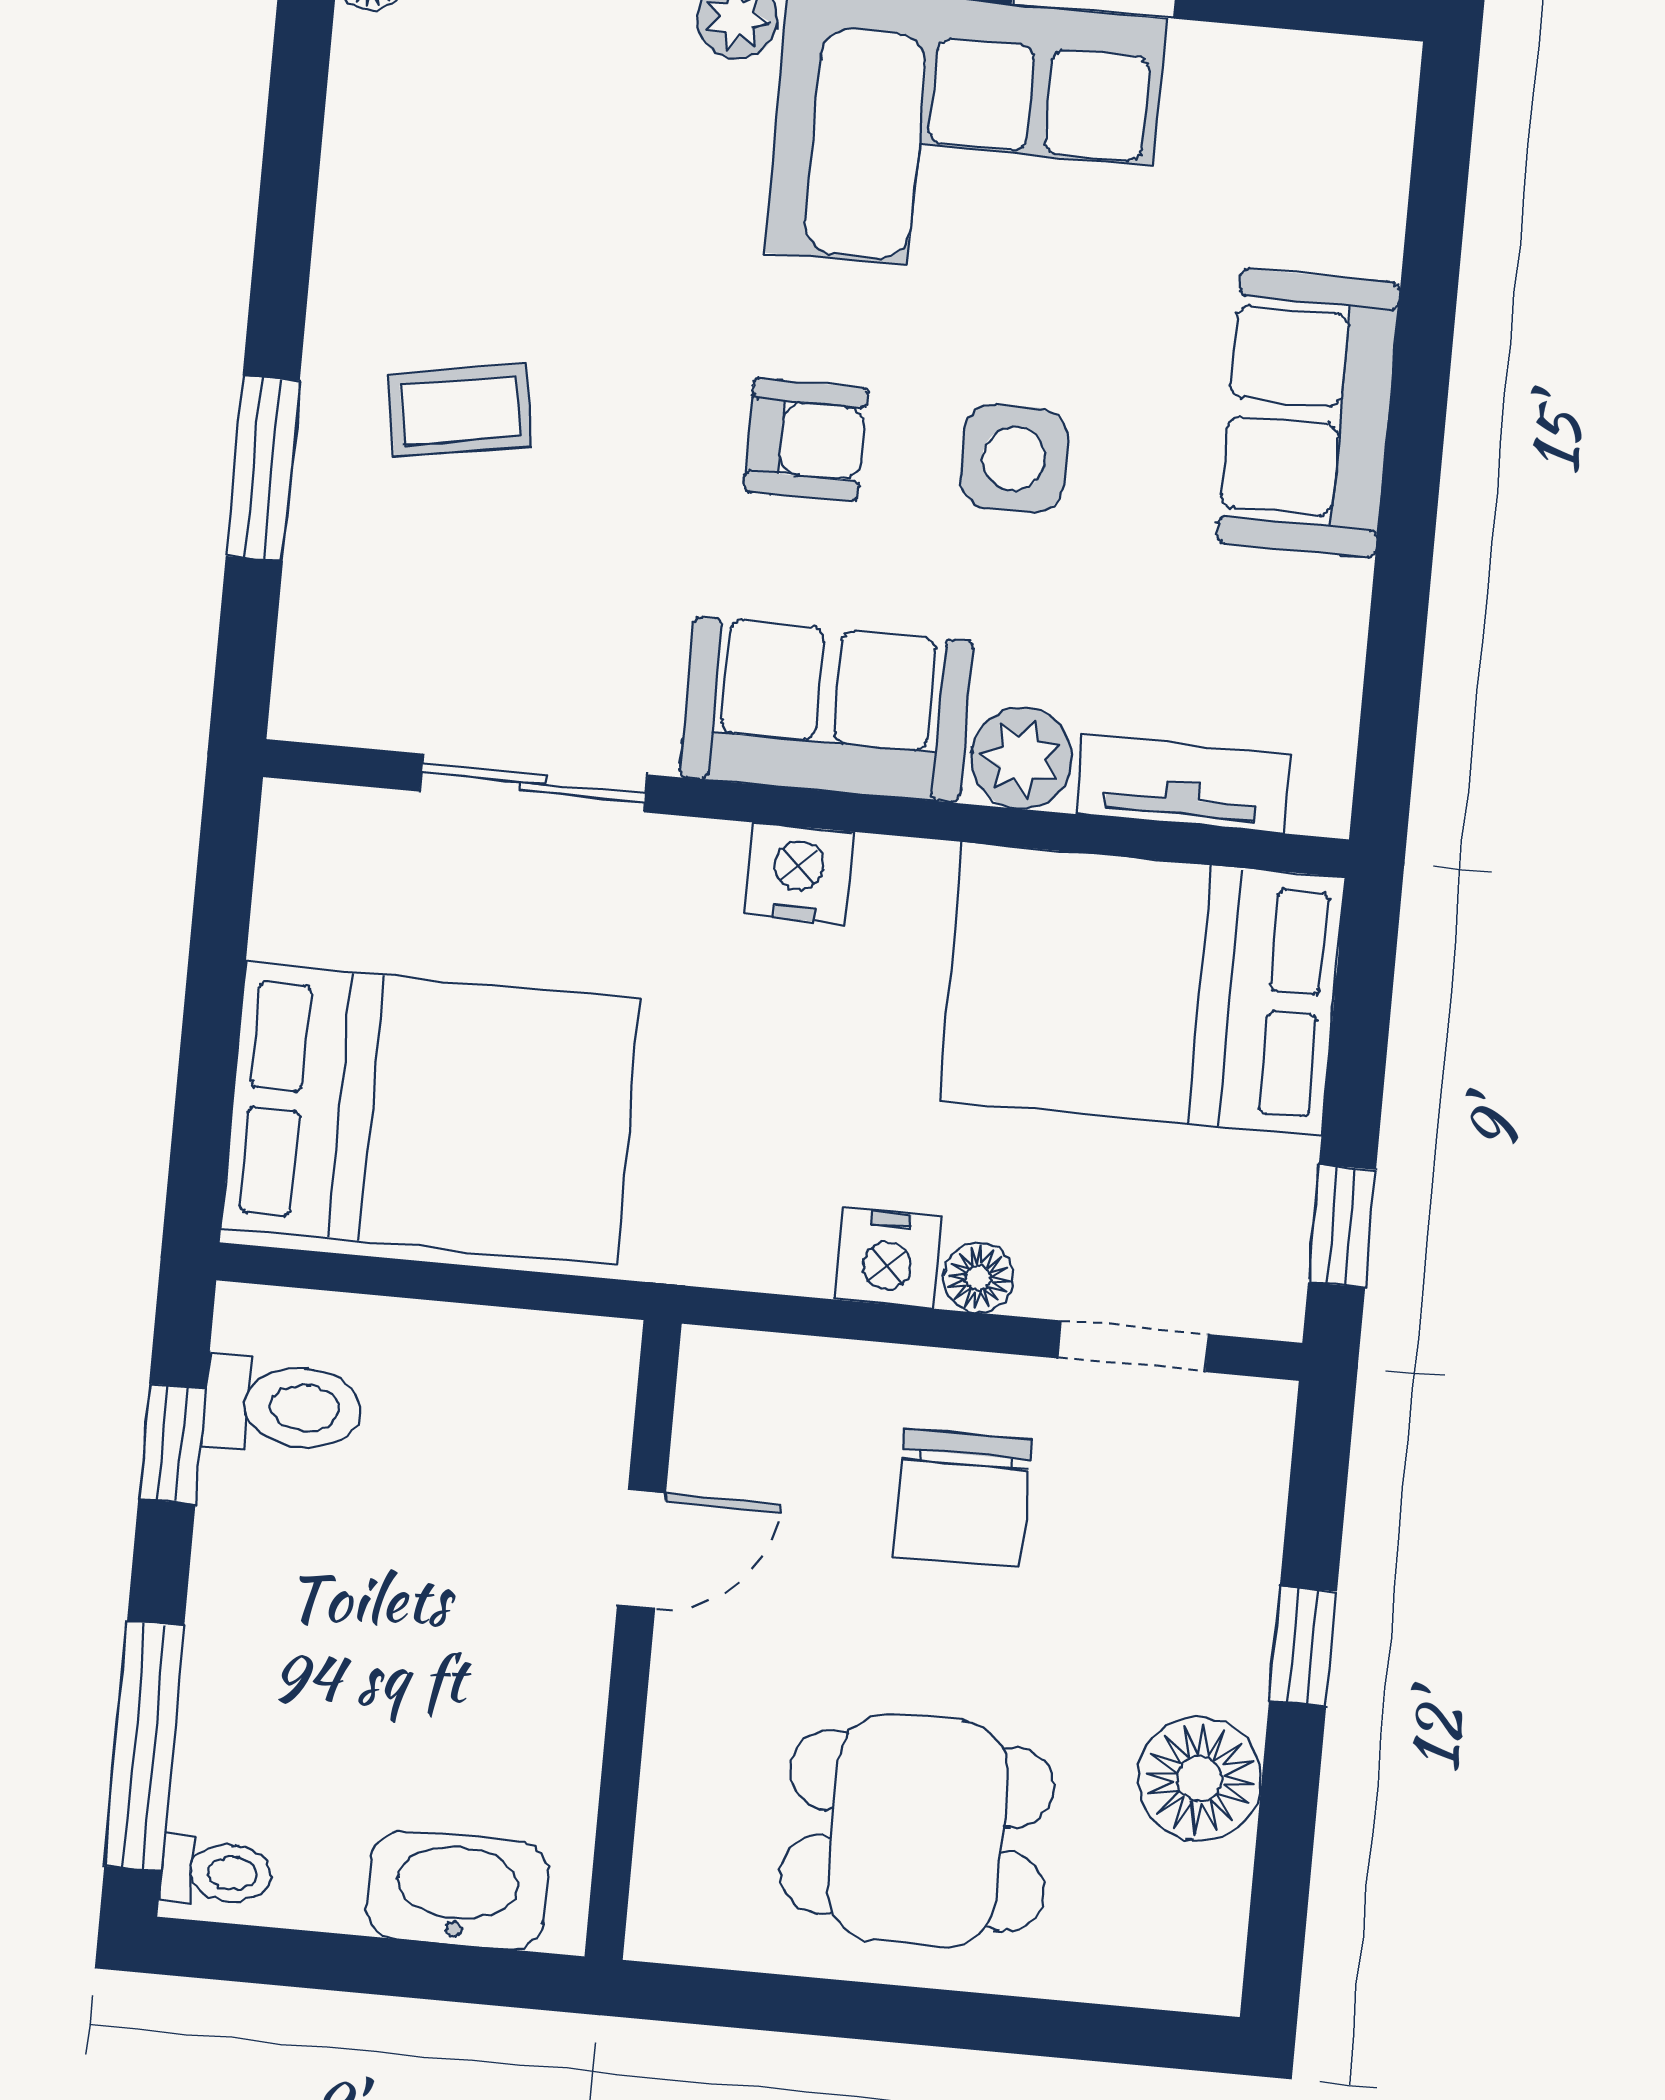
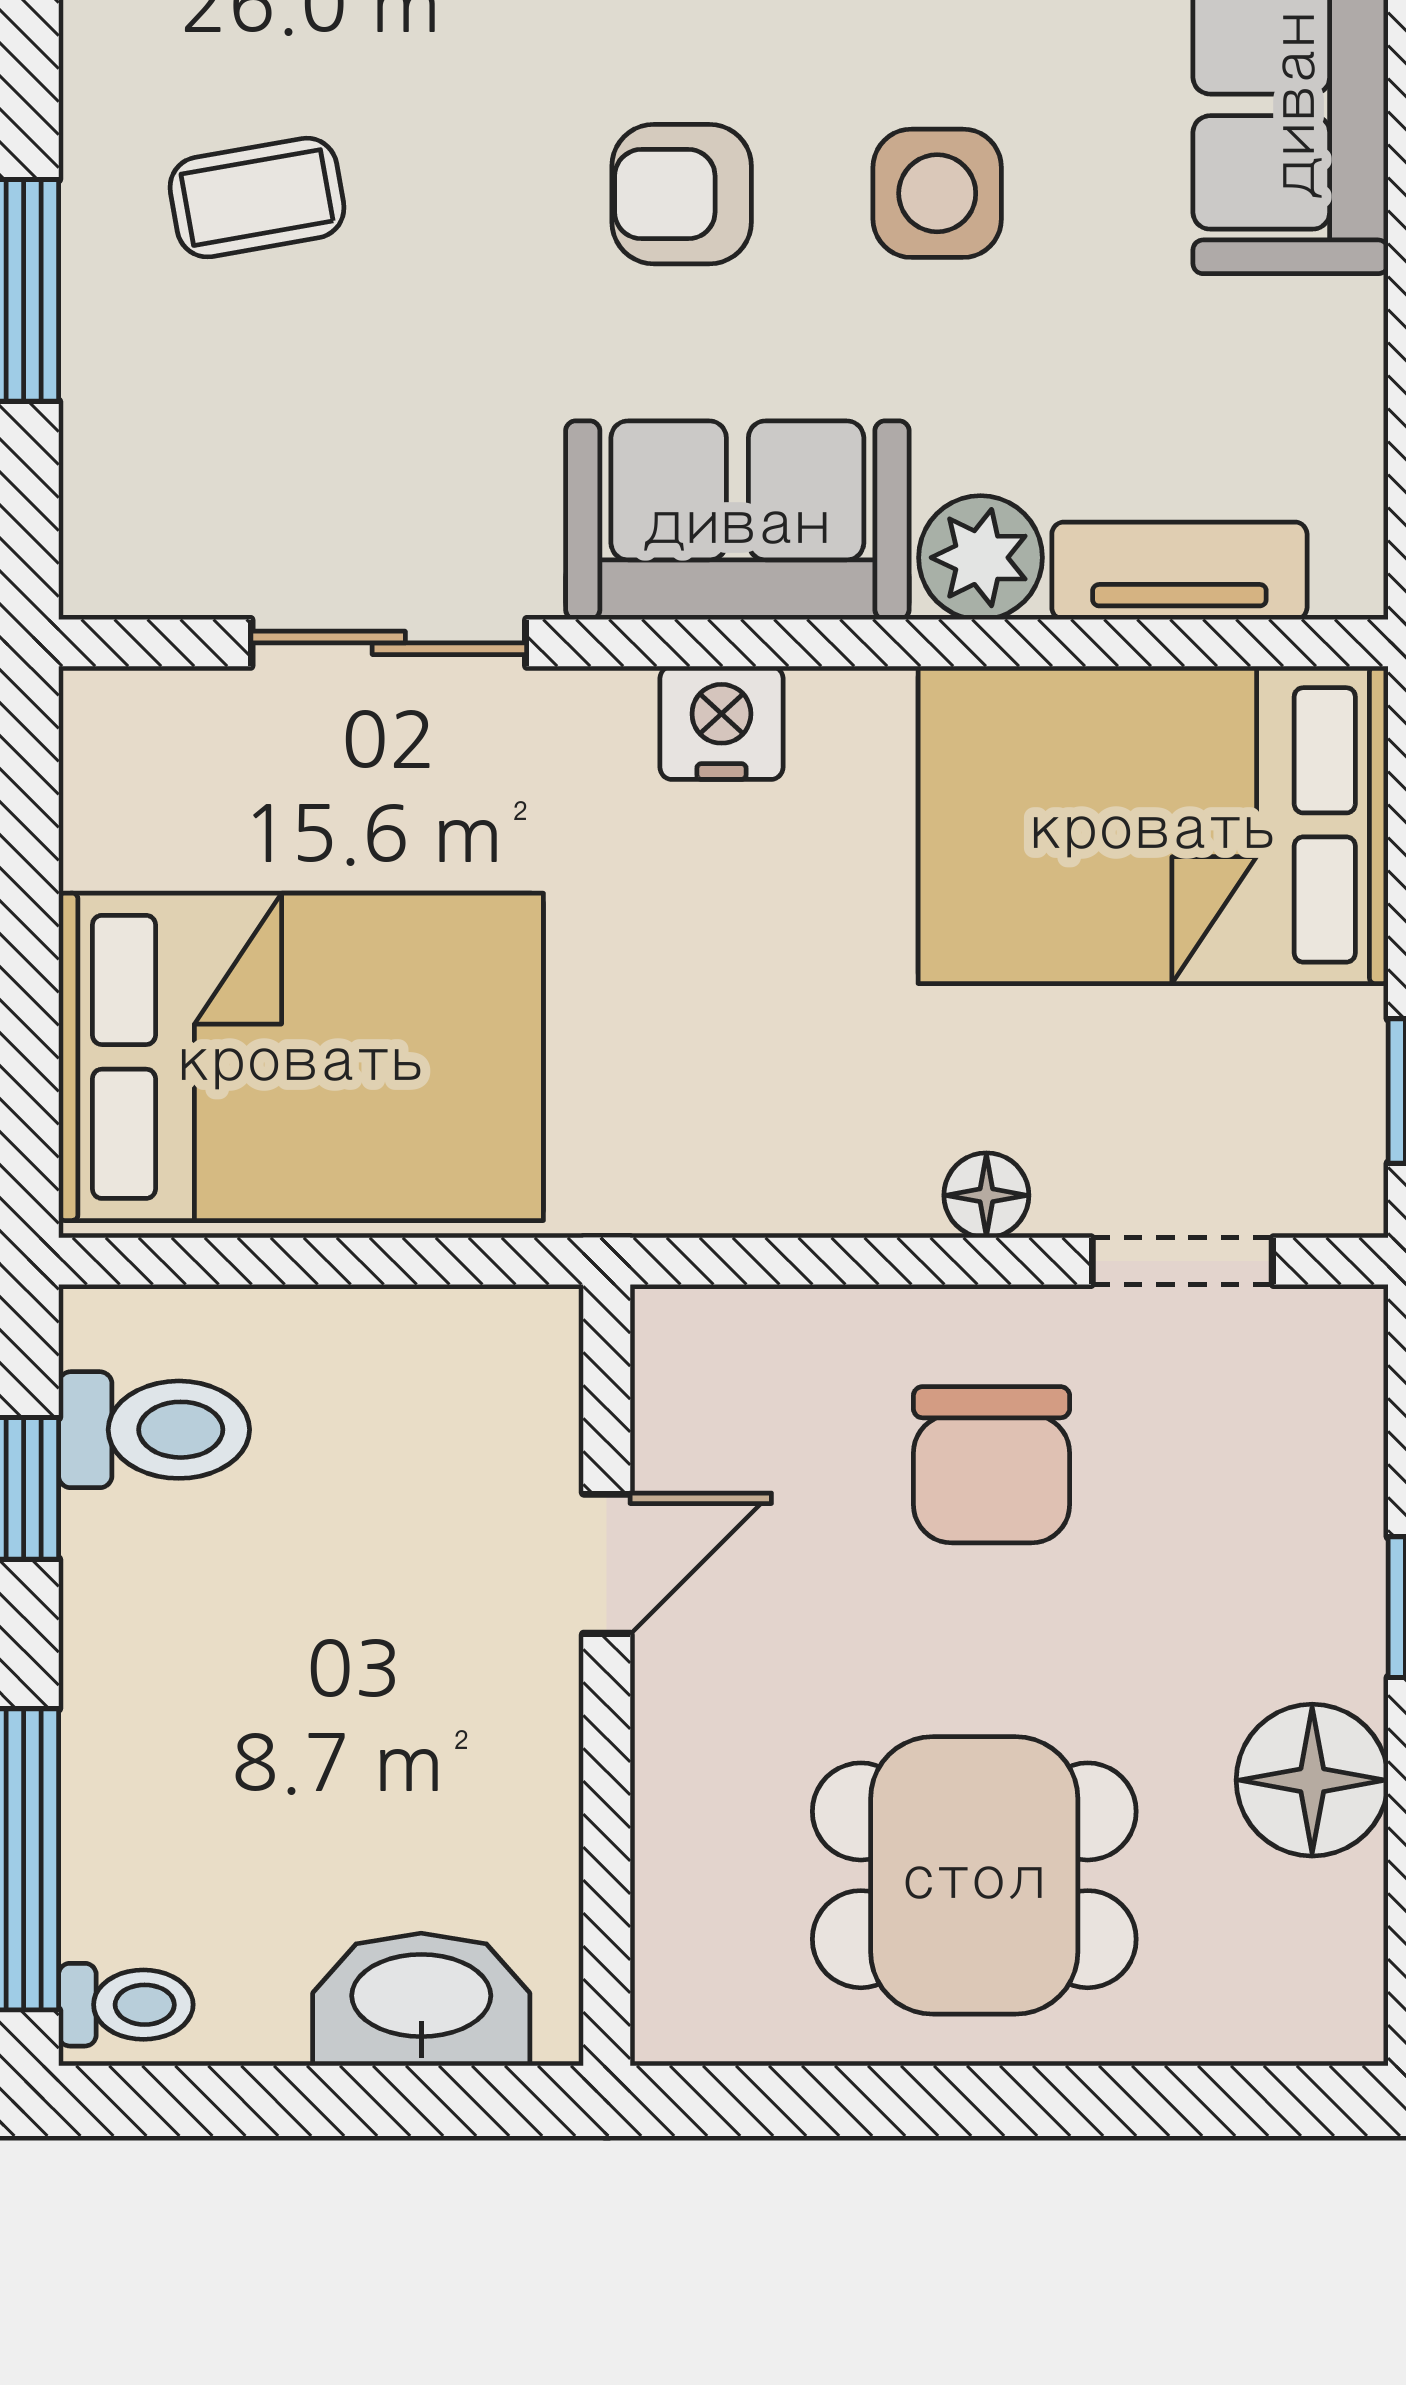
armchair: (806, 440) -> (682, 194), turned 180
nightstand: (888, 1258) -> (874, 1182), removed

